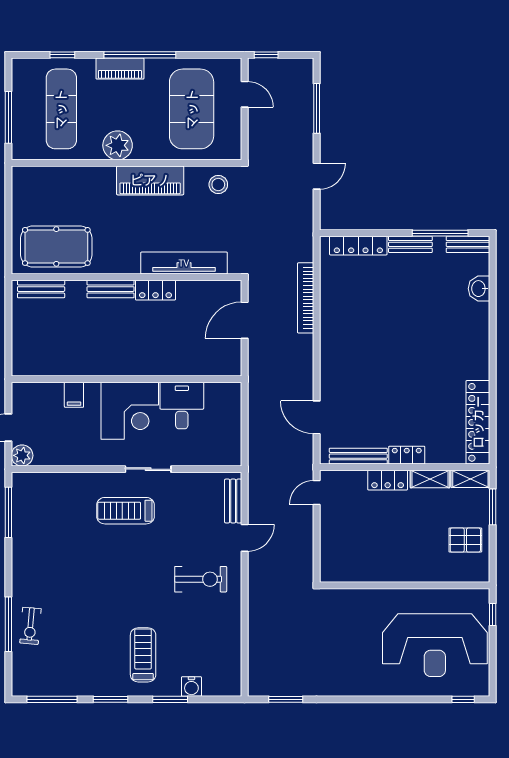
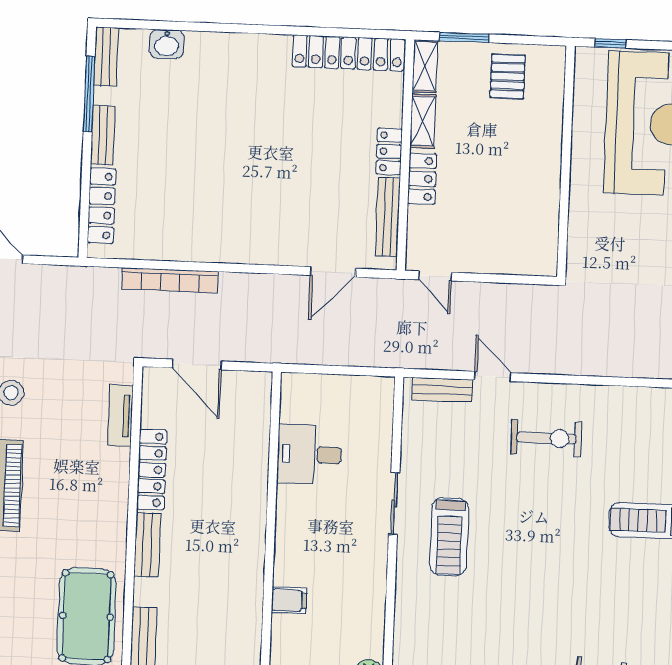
tv unit: (184, 263) -> (120, 416), width x0.52, depth x0.78
locker: (155, 290) -> (152, 470), width x1.53
corner desk: (130, 411) -> (314, 525), removed
exercise bike: (201, 579) -> (546, 438), turned 90

